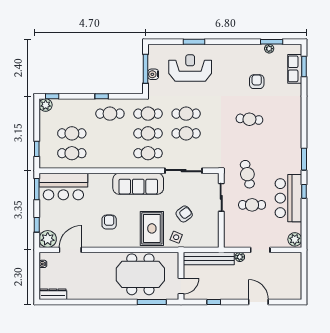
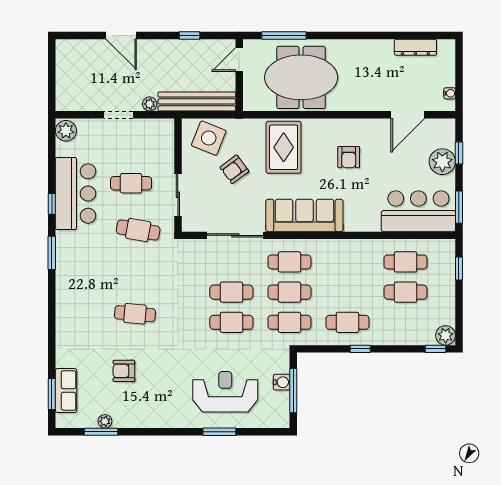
reception desk: (190, 68) -> (225, 392), turned 180
armchair: (257, 82) -> (124, 371), turned 90
cafe table: (247, 174) -> (138, 230), turned -67
side table: (176, 237) -> (209, 138), moved, width x1.87, depth x1.87
plant: (48, 239) -> (442, 162), moved
dresser: (53, 294) -> (415, 47), moved

